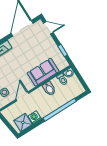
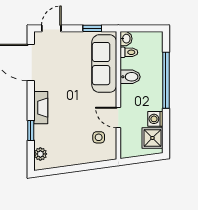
sofa: (43, 72) -> (104, 64), width x1.36

